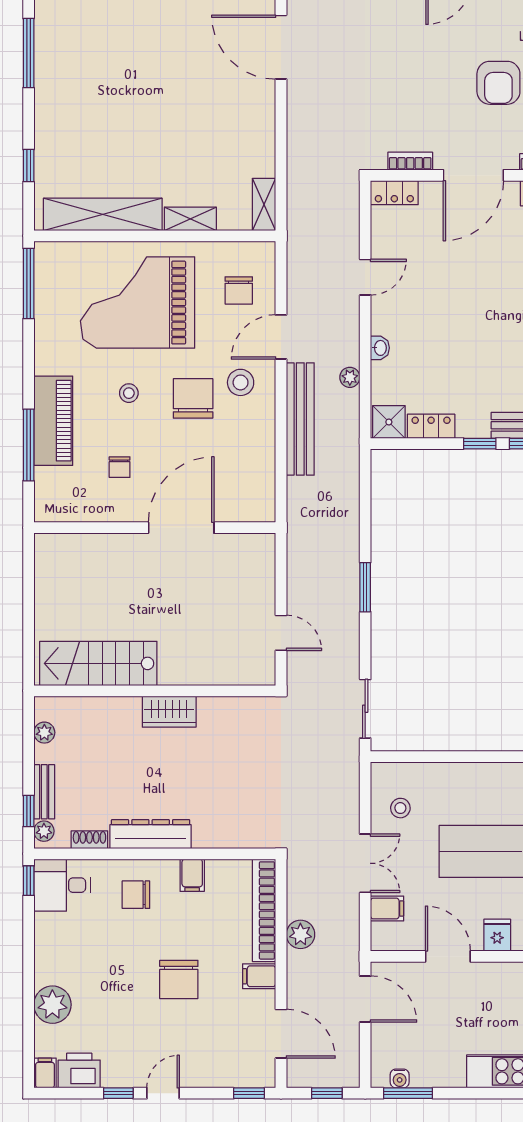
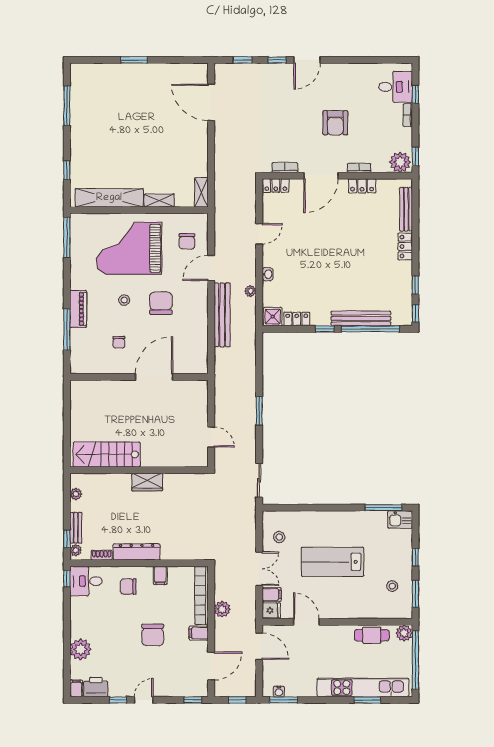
stool: (241, 382) -> (188, 294), removed
piano: (53, 421) -> (78, 309), width x0.73, depth x0.75
fridge: (497, 935) -> (271, 610), moved, turned 90
door: (281, 1034) -> (211, 666), hinge flipped

